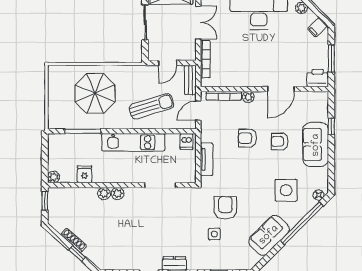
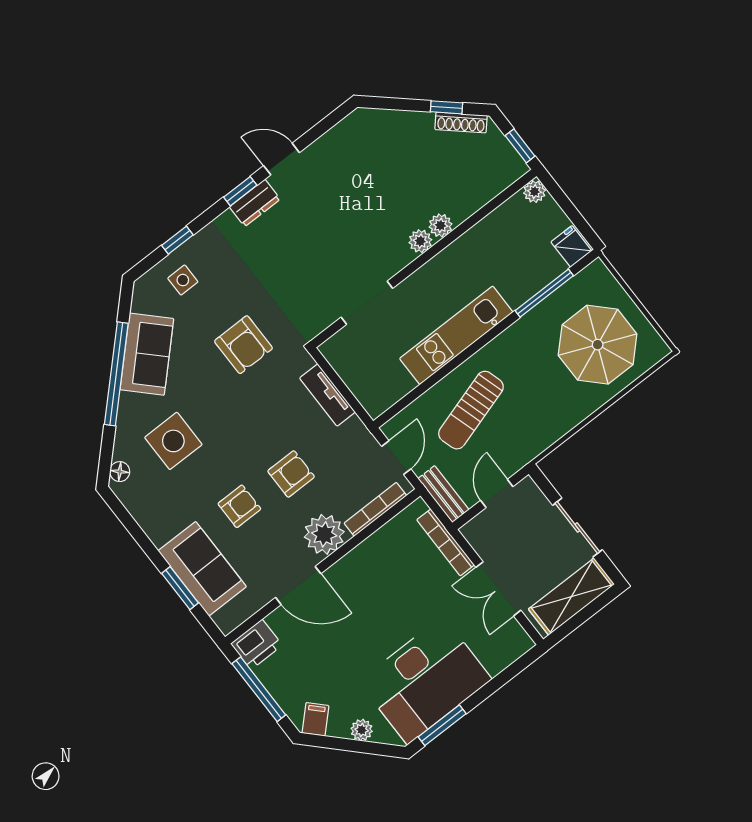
window: (331, 58) -> (259, 689), width x1.44
door: (281, 89) -> (298, 585), swing flipped
parasol: (95, 93) -> (598, 345), moved
plant: (248, 97) -> (324, 534), width x1.88, depth x1.88
window: (331, 126) -> (180, 588), width x1.50
dishwasher: (186, 142) -> (378, 398), removed
sofa: (316, 145) -> (202, 569), moved
fridge: (84, 174) -> (571, 246), moved, turned 180
window: (302, 223) -> (116, 374), moved
side table: (214, 234) -> (183, 280), moved
shoe rack: (74, 240) -> (461, 122), moved
window: (77, 254) -> (447, 107), moved

